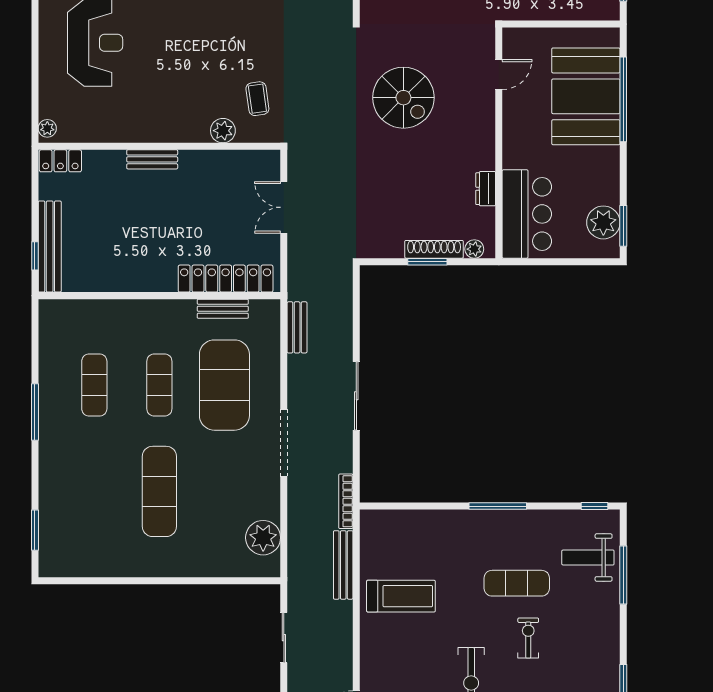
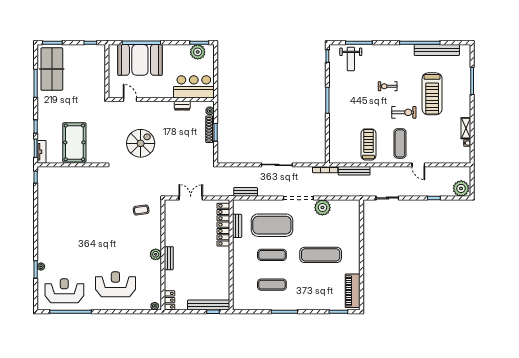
plant: (223, 131) -> (156, 254), moved
double door: (284, 207) -> (191, 198), swing flipped
plant: (263, 538) -> (322, 207), moved
piano: (81, 561) -> (353, 291), added
exercise mat: (517, 583) -> (400, 143), moved

